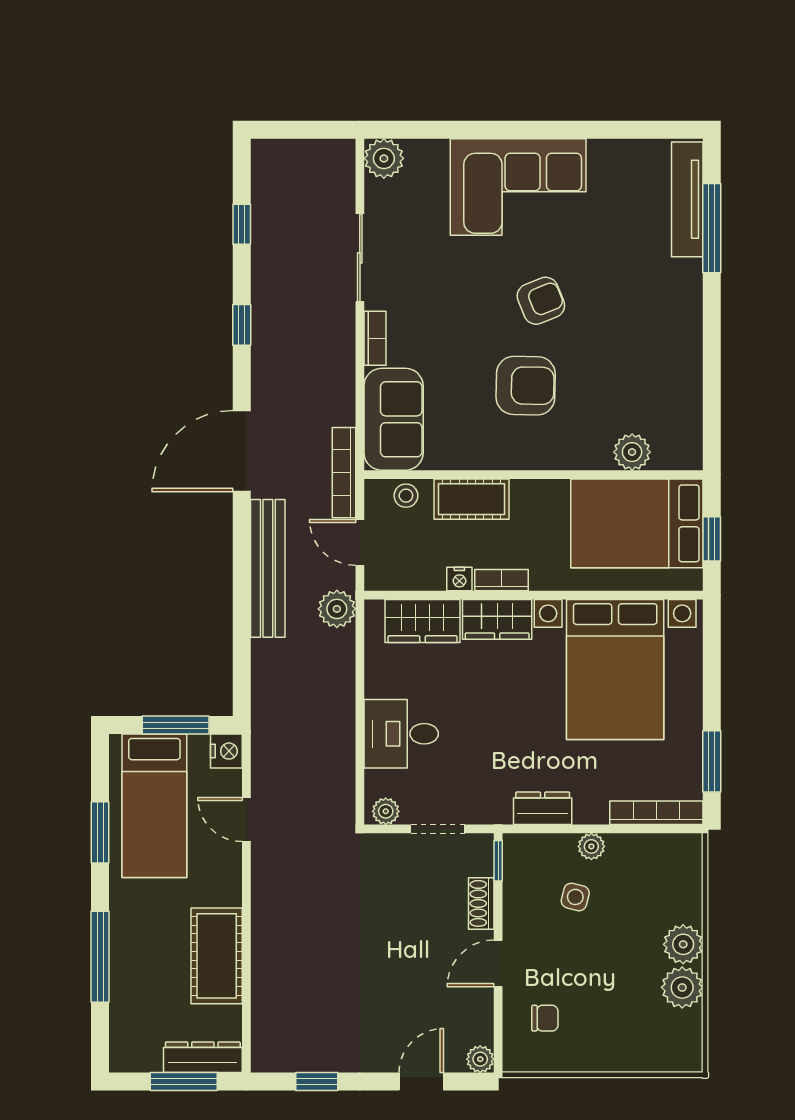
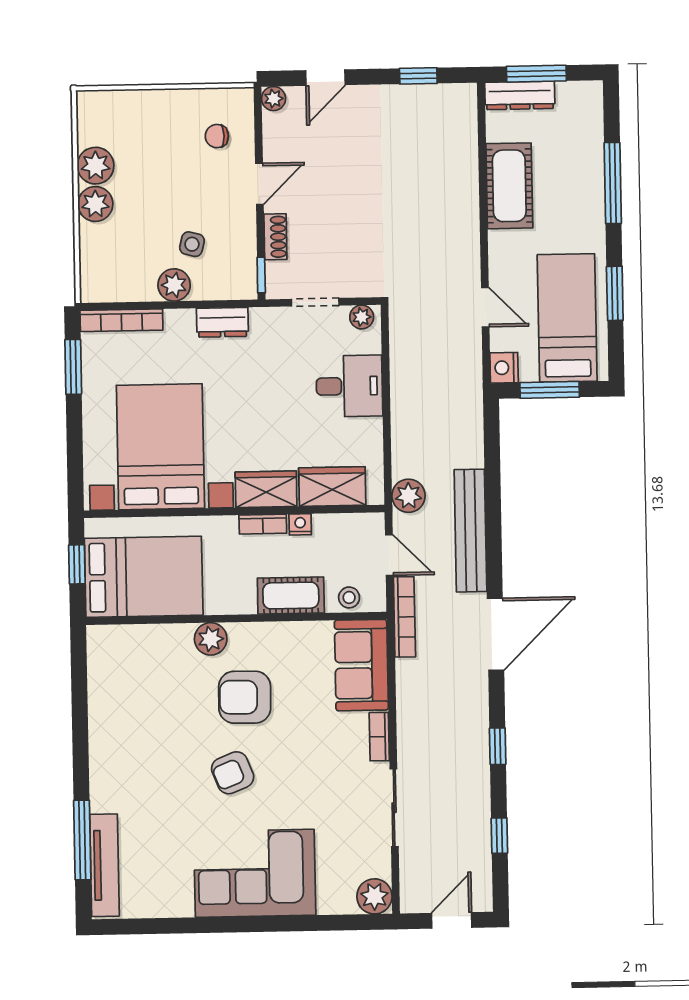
door: (297, 130) -> (452, 920), added
plant: (632, 452) -> (211, 639), moved
plant: (591, 846) -> (174, 285), width x1.38, depth x1.38

